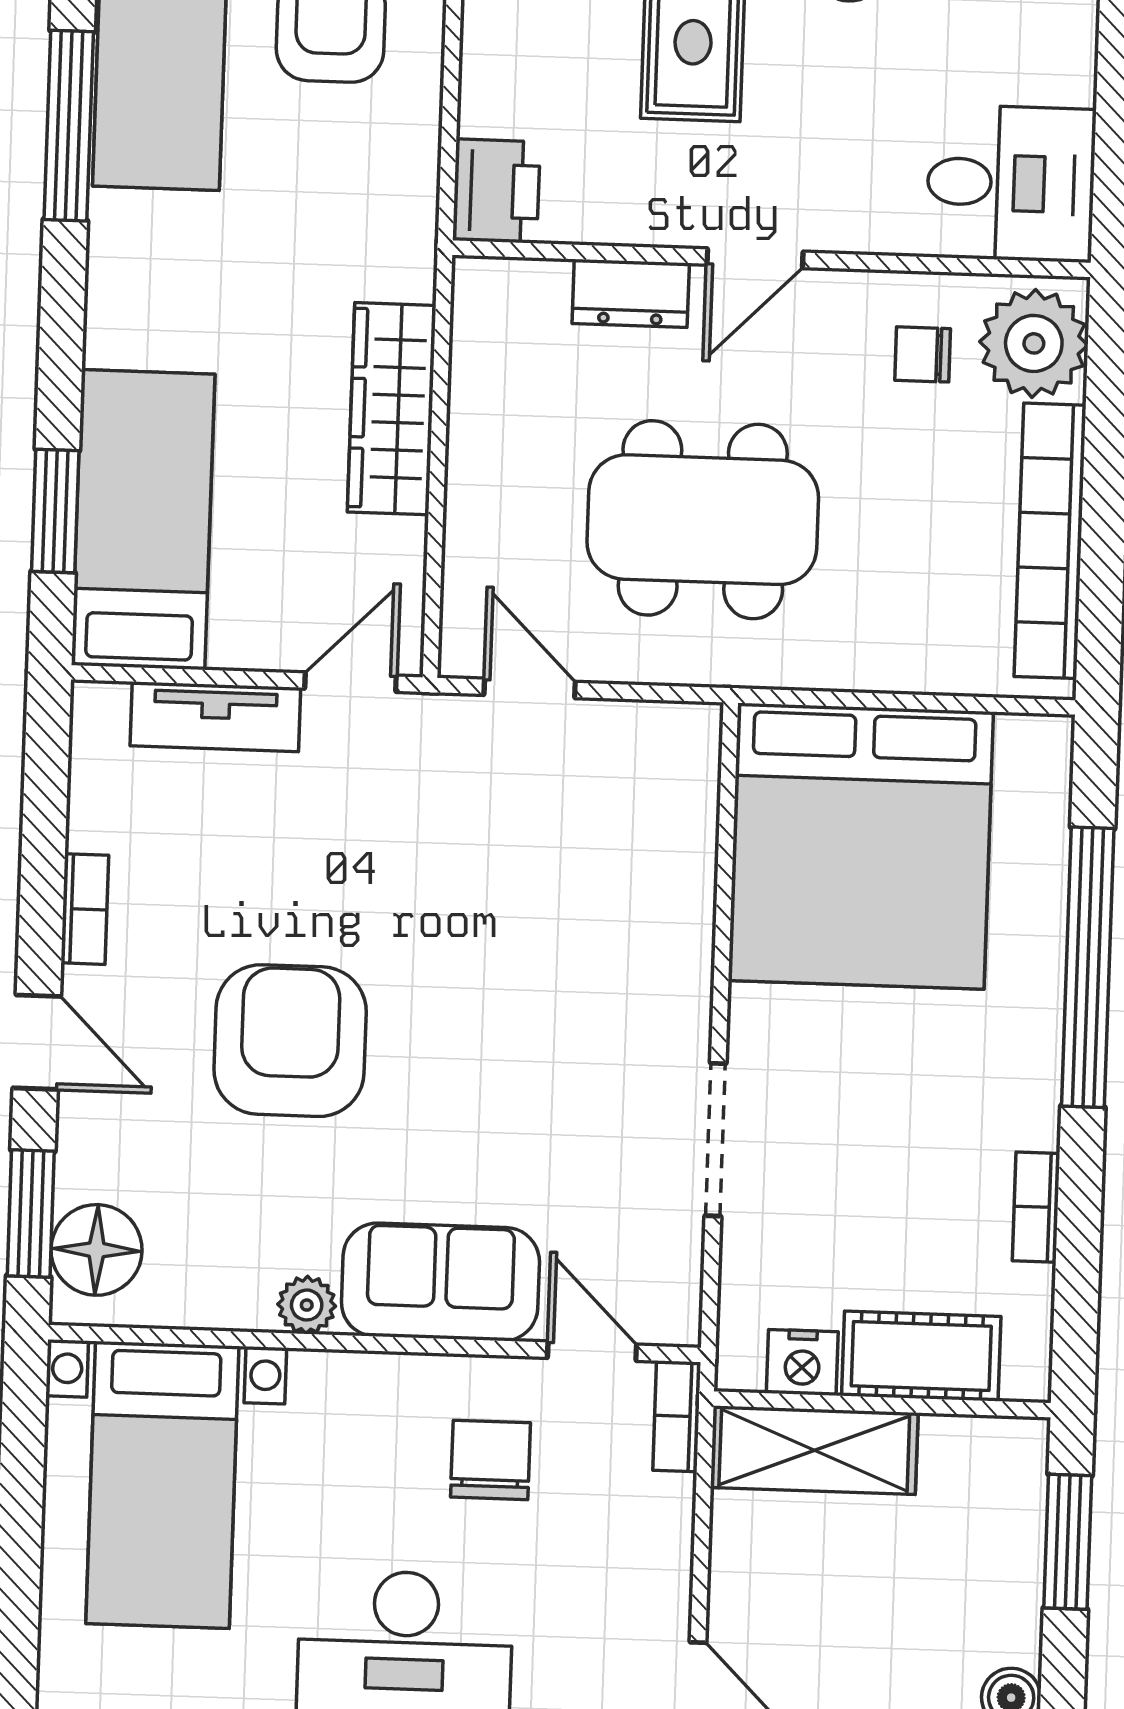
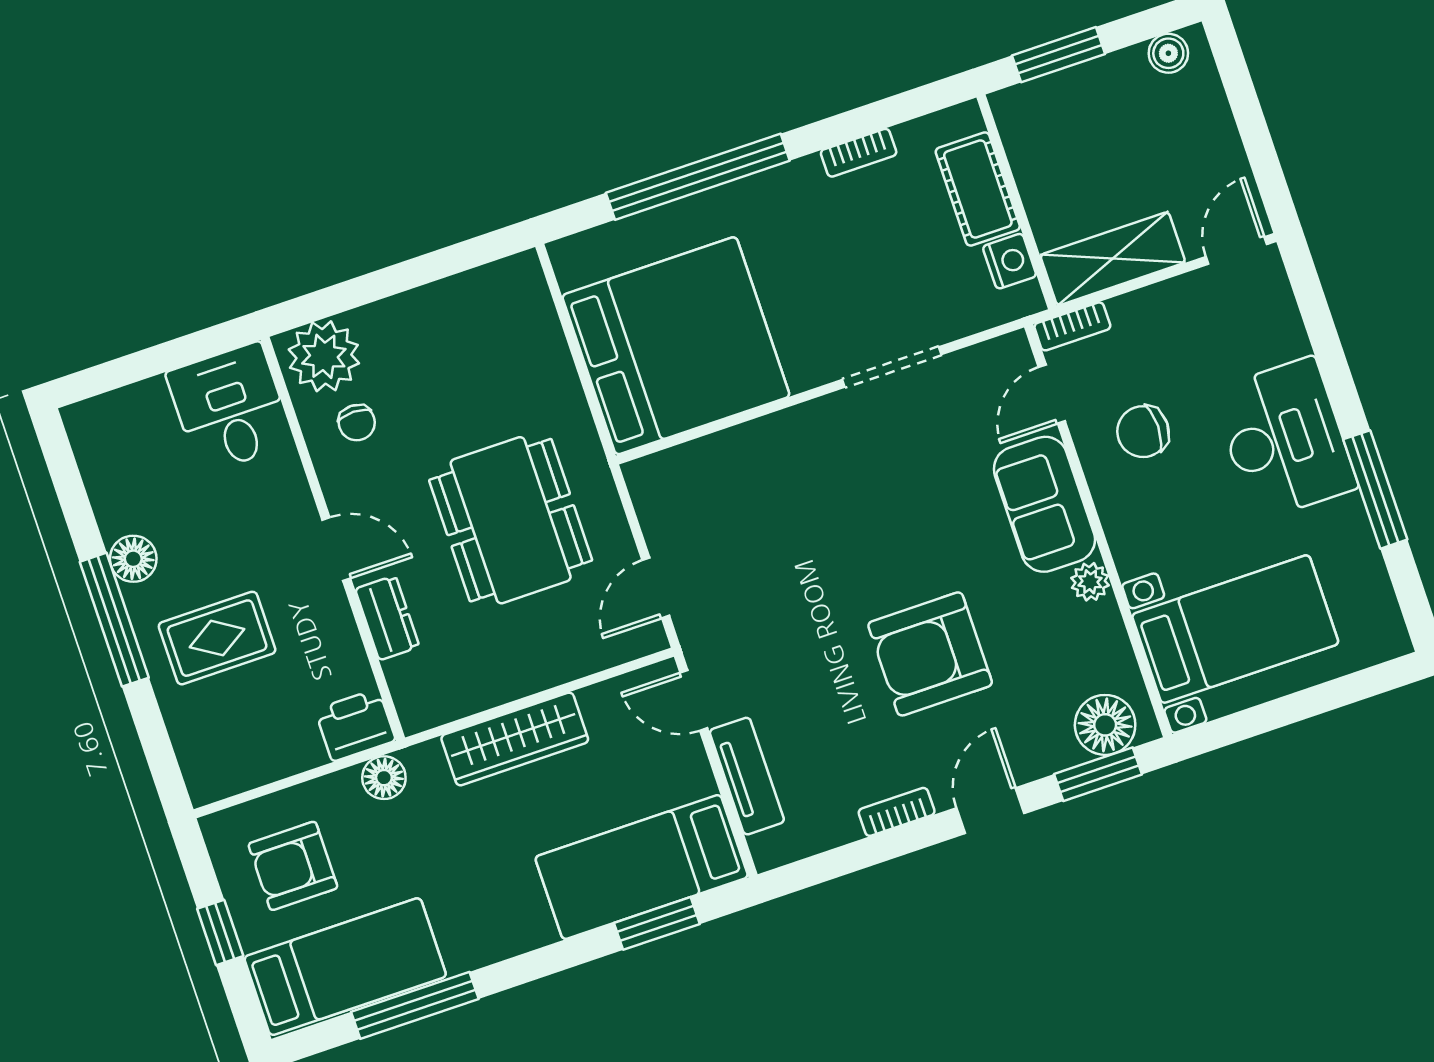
floor lamp: (407, 203) -> (384, 778), added
bookcase: (1050, 541) -> (442, 300), removed
shelving: (814, 1450) -> (1113, 259), moved, turned 90

